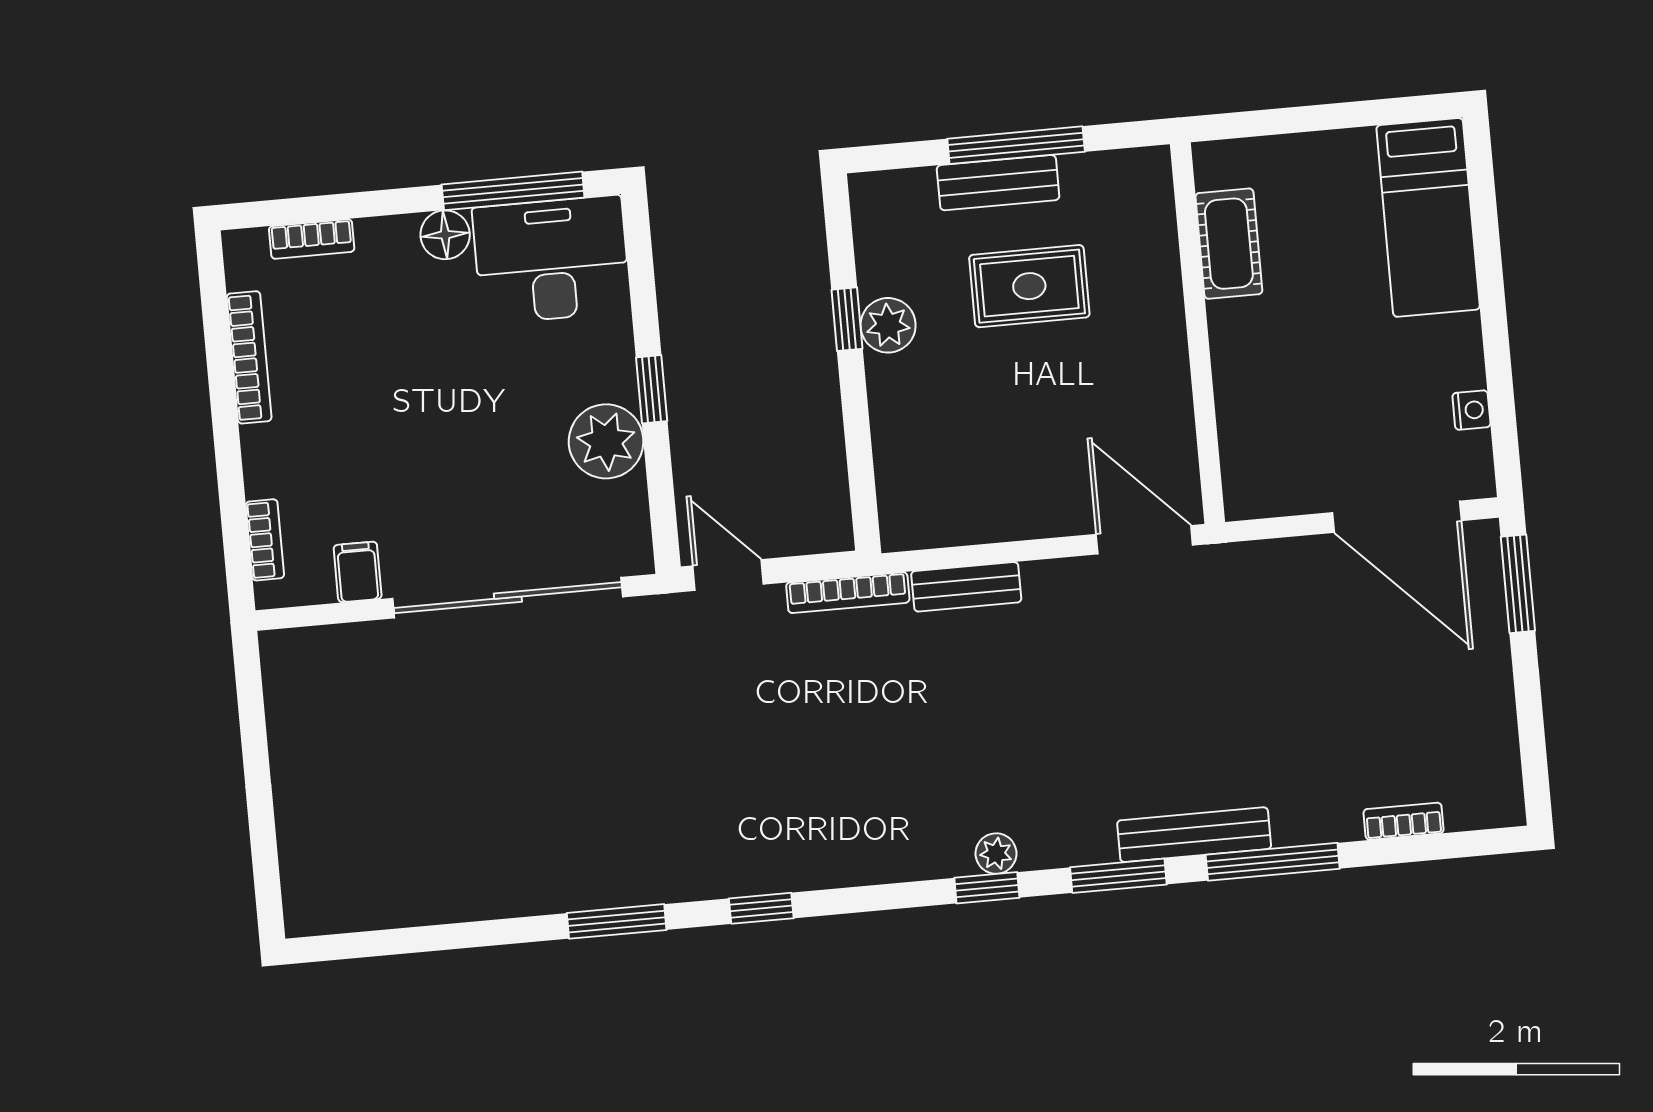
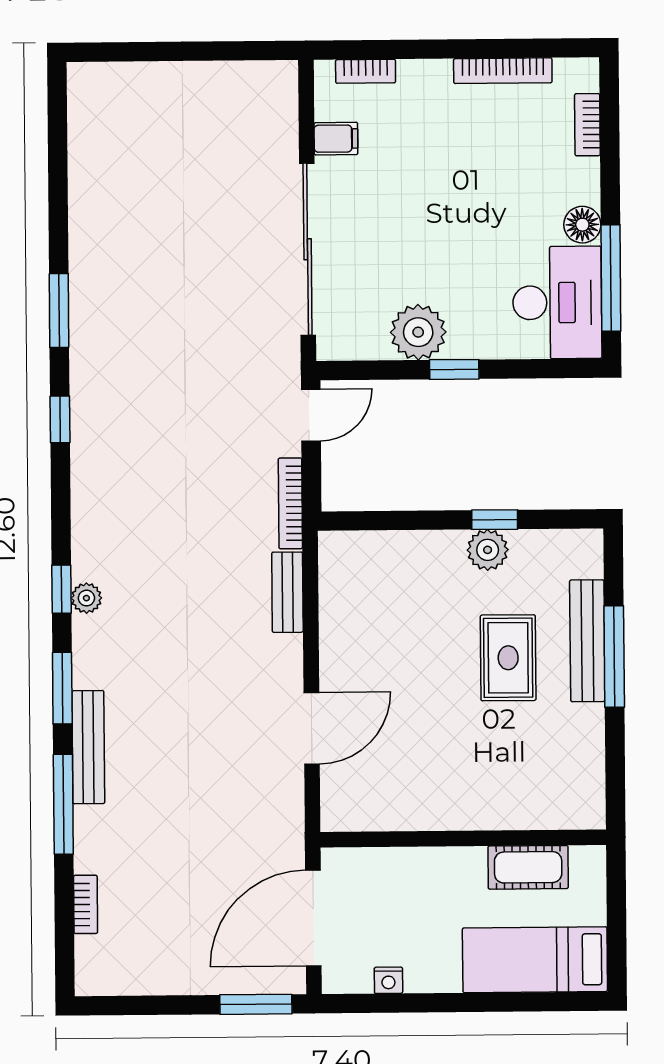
bench: (998, 183) -> (587, 641), width x1.36
cot: (1229, 244) -> (528, 867), moved
wall: (1198, 333) -> (463, 838), moved

